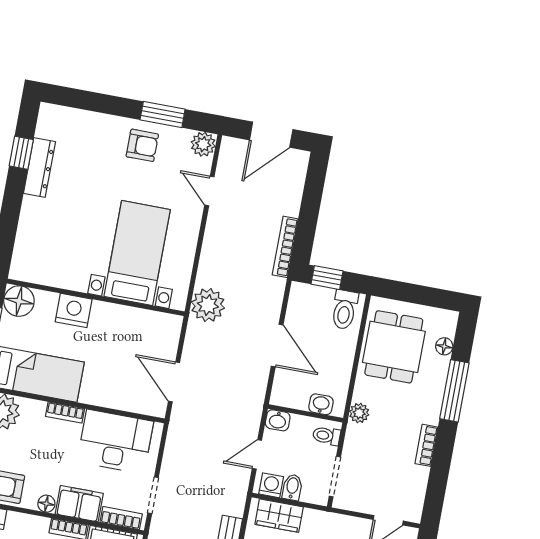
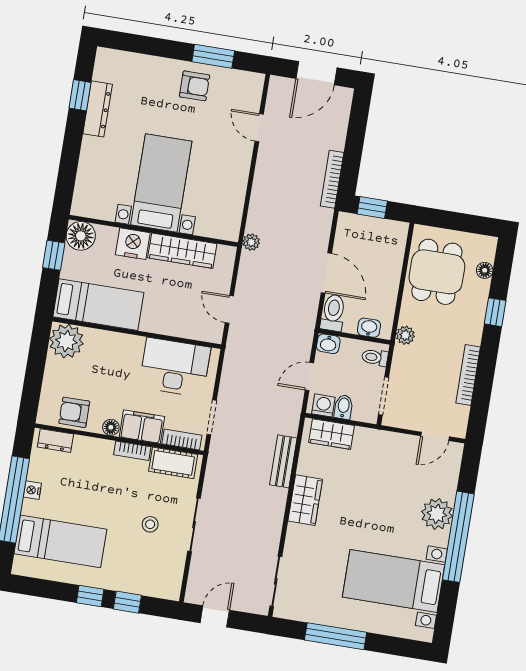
plant: (203, 144) -> (252, 84), removed
bed with nightstands: (137, 253) -> (161, 183), moved
plant: (208, 305) -> (251, 242), width x0.53, depth x0.53
toilet: (344, 310) -> (333, 313), moved, turned 180
wardrobe: (126, 319) -> (182, 251), added
door: (174, 382) -> (229, 309), width x0.73
window: (454, 391) -> (495, 312), width x0.46
bookcase: (65, 413) -> (127, 341), removed
bookcase: (426, 445) -> (468, 375), width x1.56

